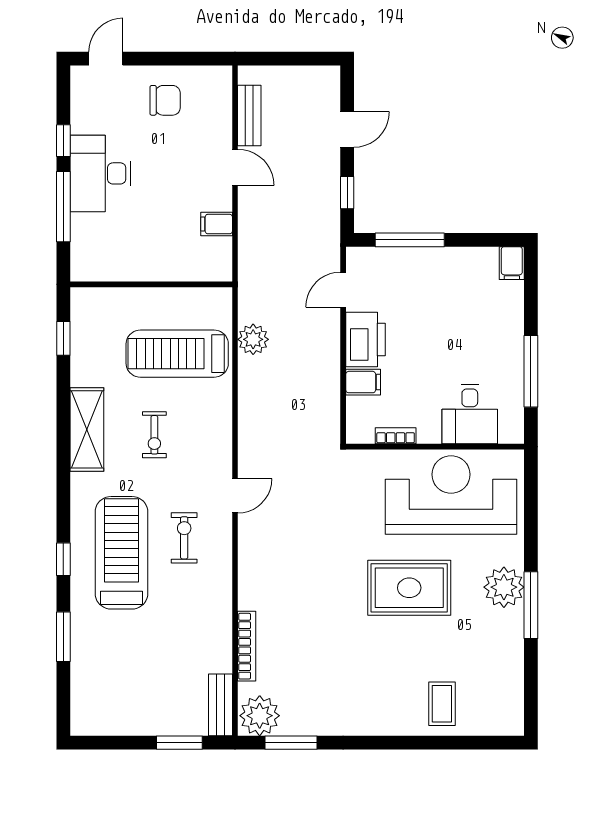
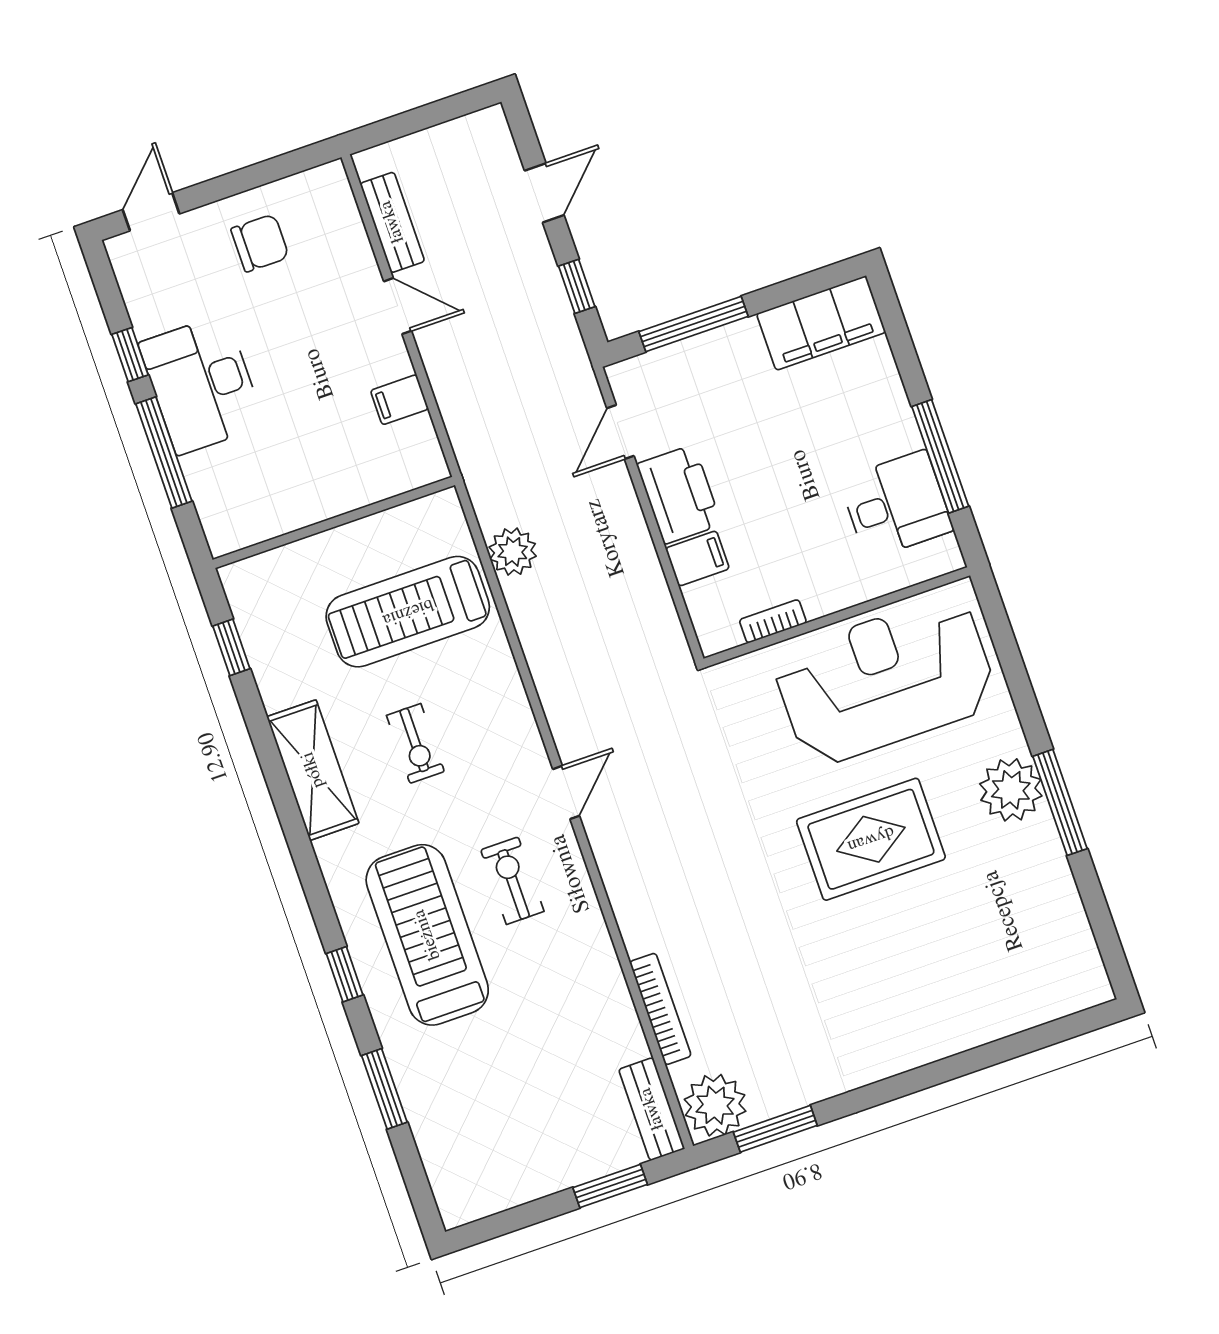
filing cabinet: (512, 263) -> (821, 323), width x3.00, depth x1.17
desk: (470, 414) -> (896, 505), moved, turned -90
coffee table: (442, 704) -> (979, 994), removed

